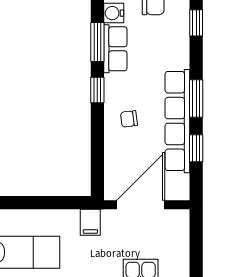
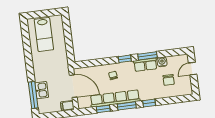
window: (196, 23) -> (149, 103), moved
filing cabinet: (90, 222) -> (67, 106), moved

